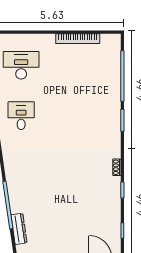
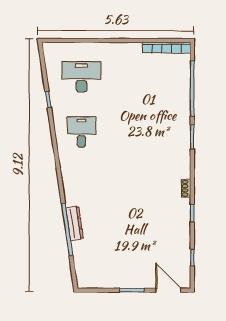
bookcase: (78, 39) -> (167, 48), moved
dresser: (19, 229) -> (74, 223), moved

